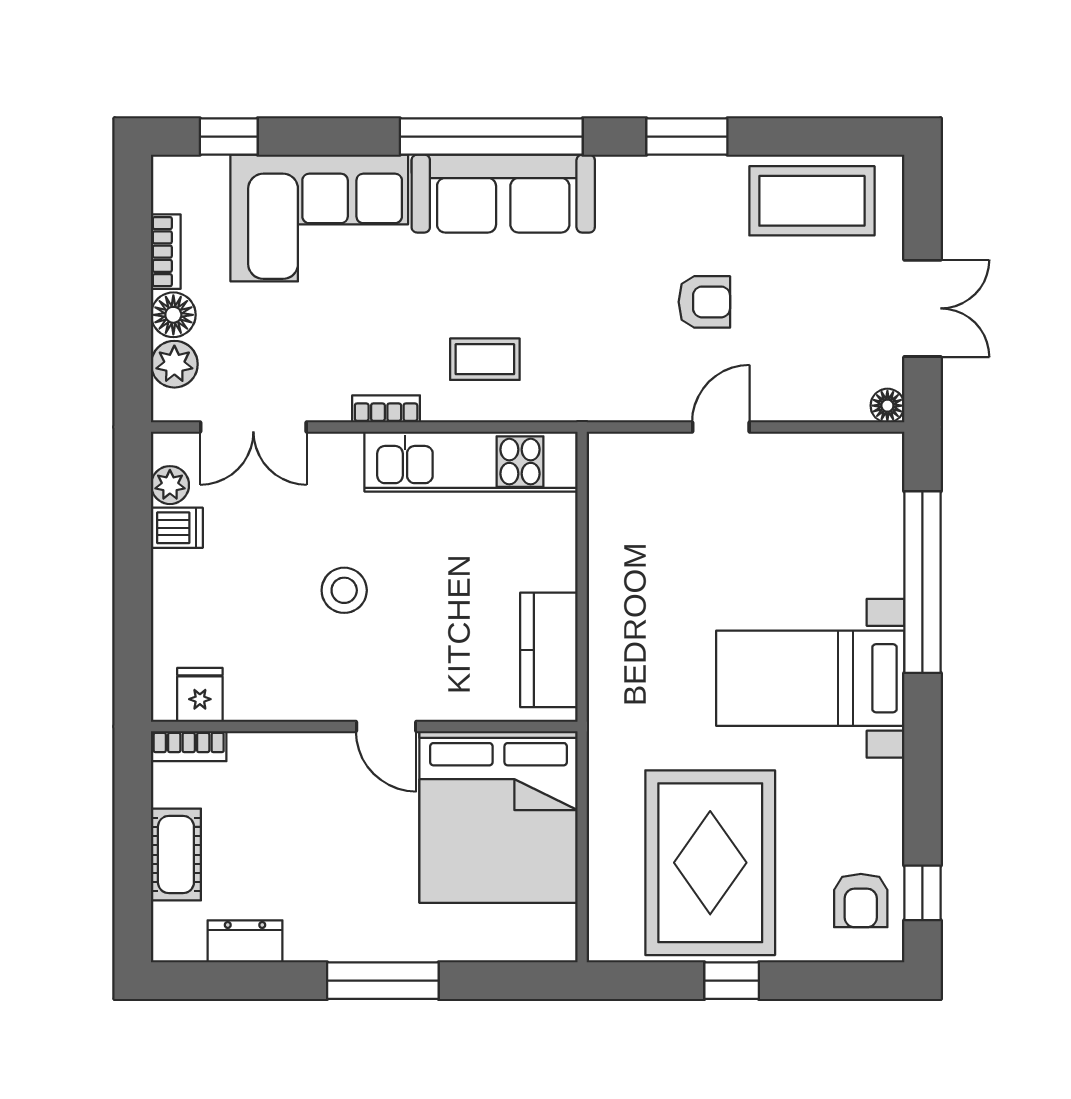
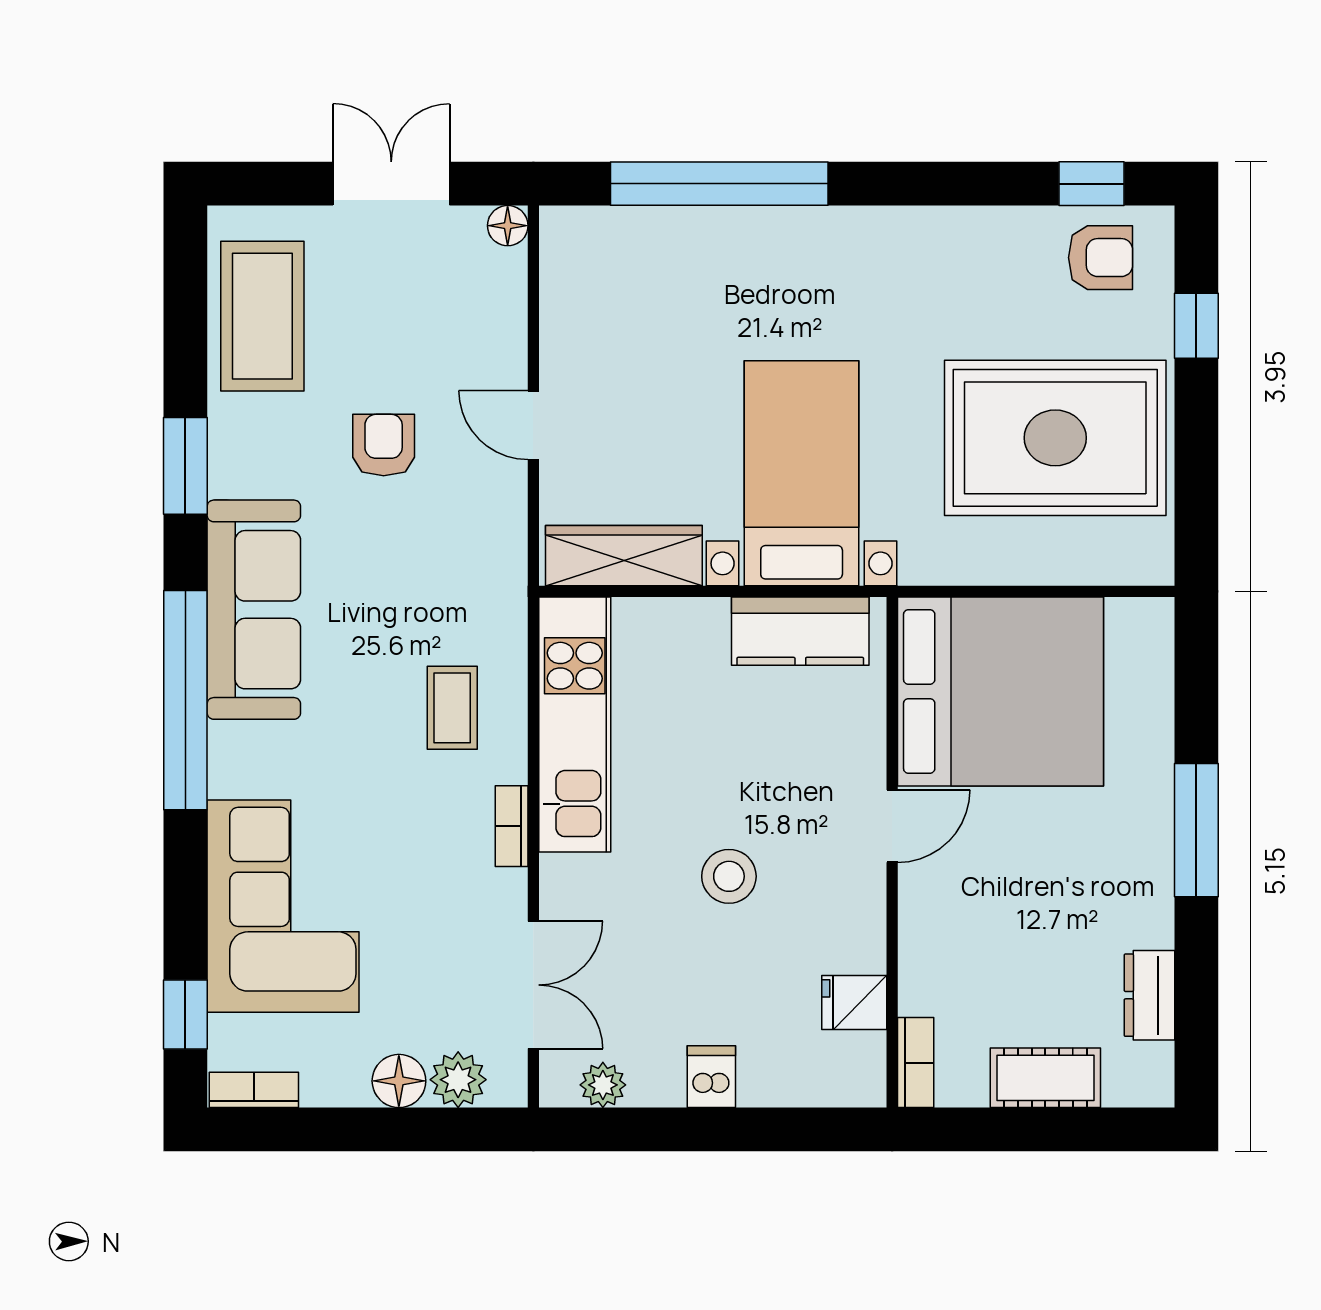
sofa: (503, 194) -> (254, 610), moved
bookcase: (166, 252) -> (254, 1090), moved
wardrobe: (612, 503) -> (624, 556), added
dishwasher: (177, 528) -> (711, 1077), moved
bed with nightstands: (810, 678) -> (802, 473), moved, turned 180
fridge: (200, 695) -> (854, 1002), moved
window: (732, 981) -> (1196, 326), moved

